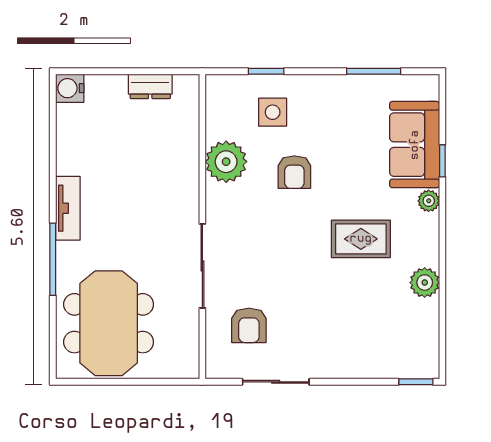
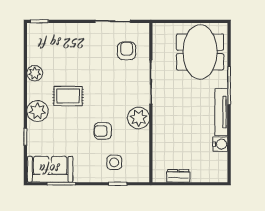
water cooler: (70, 88) -> (220, 144), moved
sofa: (415, 145) -> (50, 169), moved, turned -90
plant: (226, 162) -> (139, 118), moved
armchair: (294, 172) -> (103, 131), turned -90
plant: (429, 201) -> (37, 111), width x1.88, depth x1.88
tv unit: (68, 208) -> (221, 112), width x1.41

